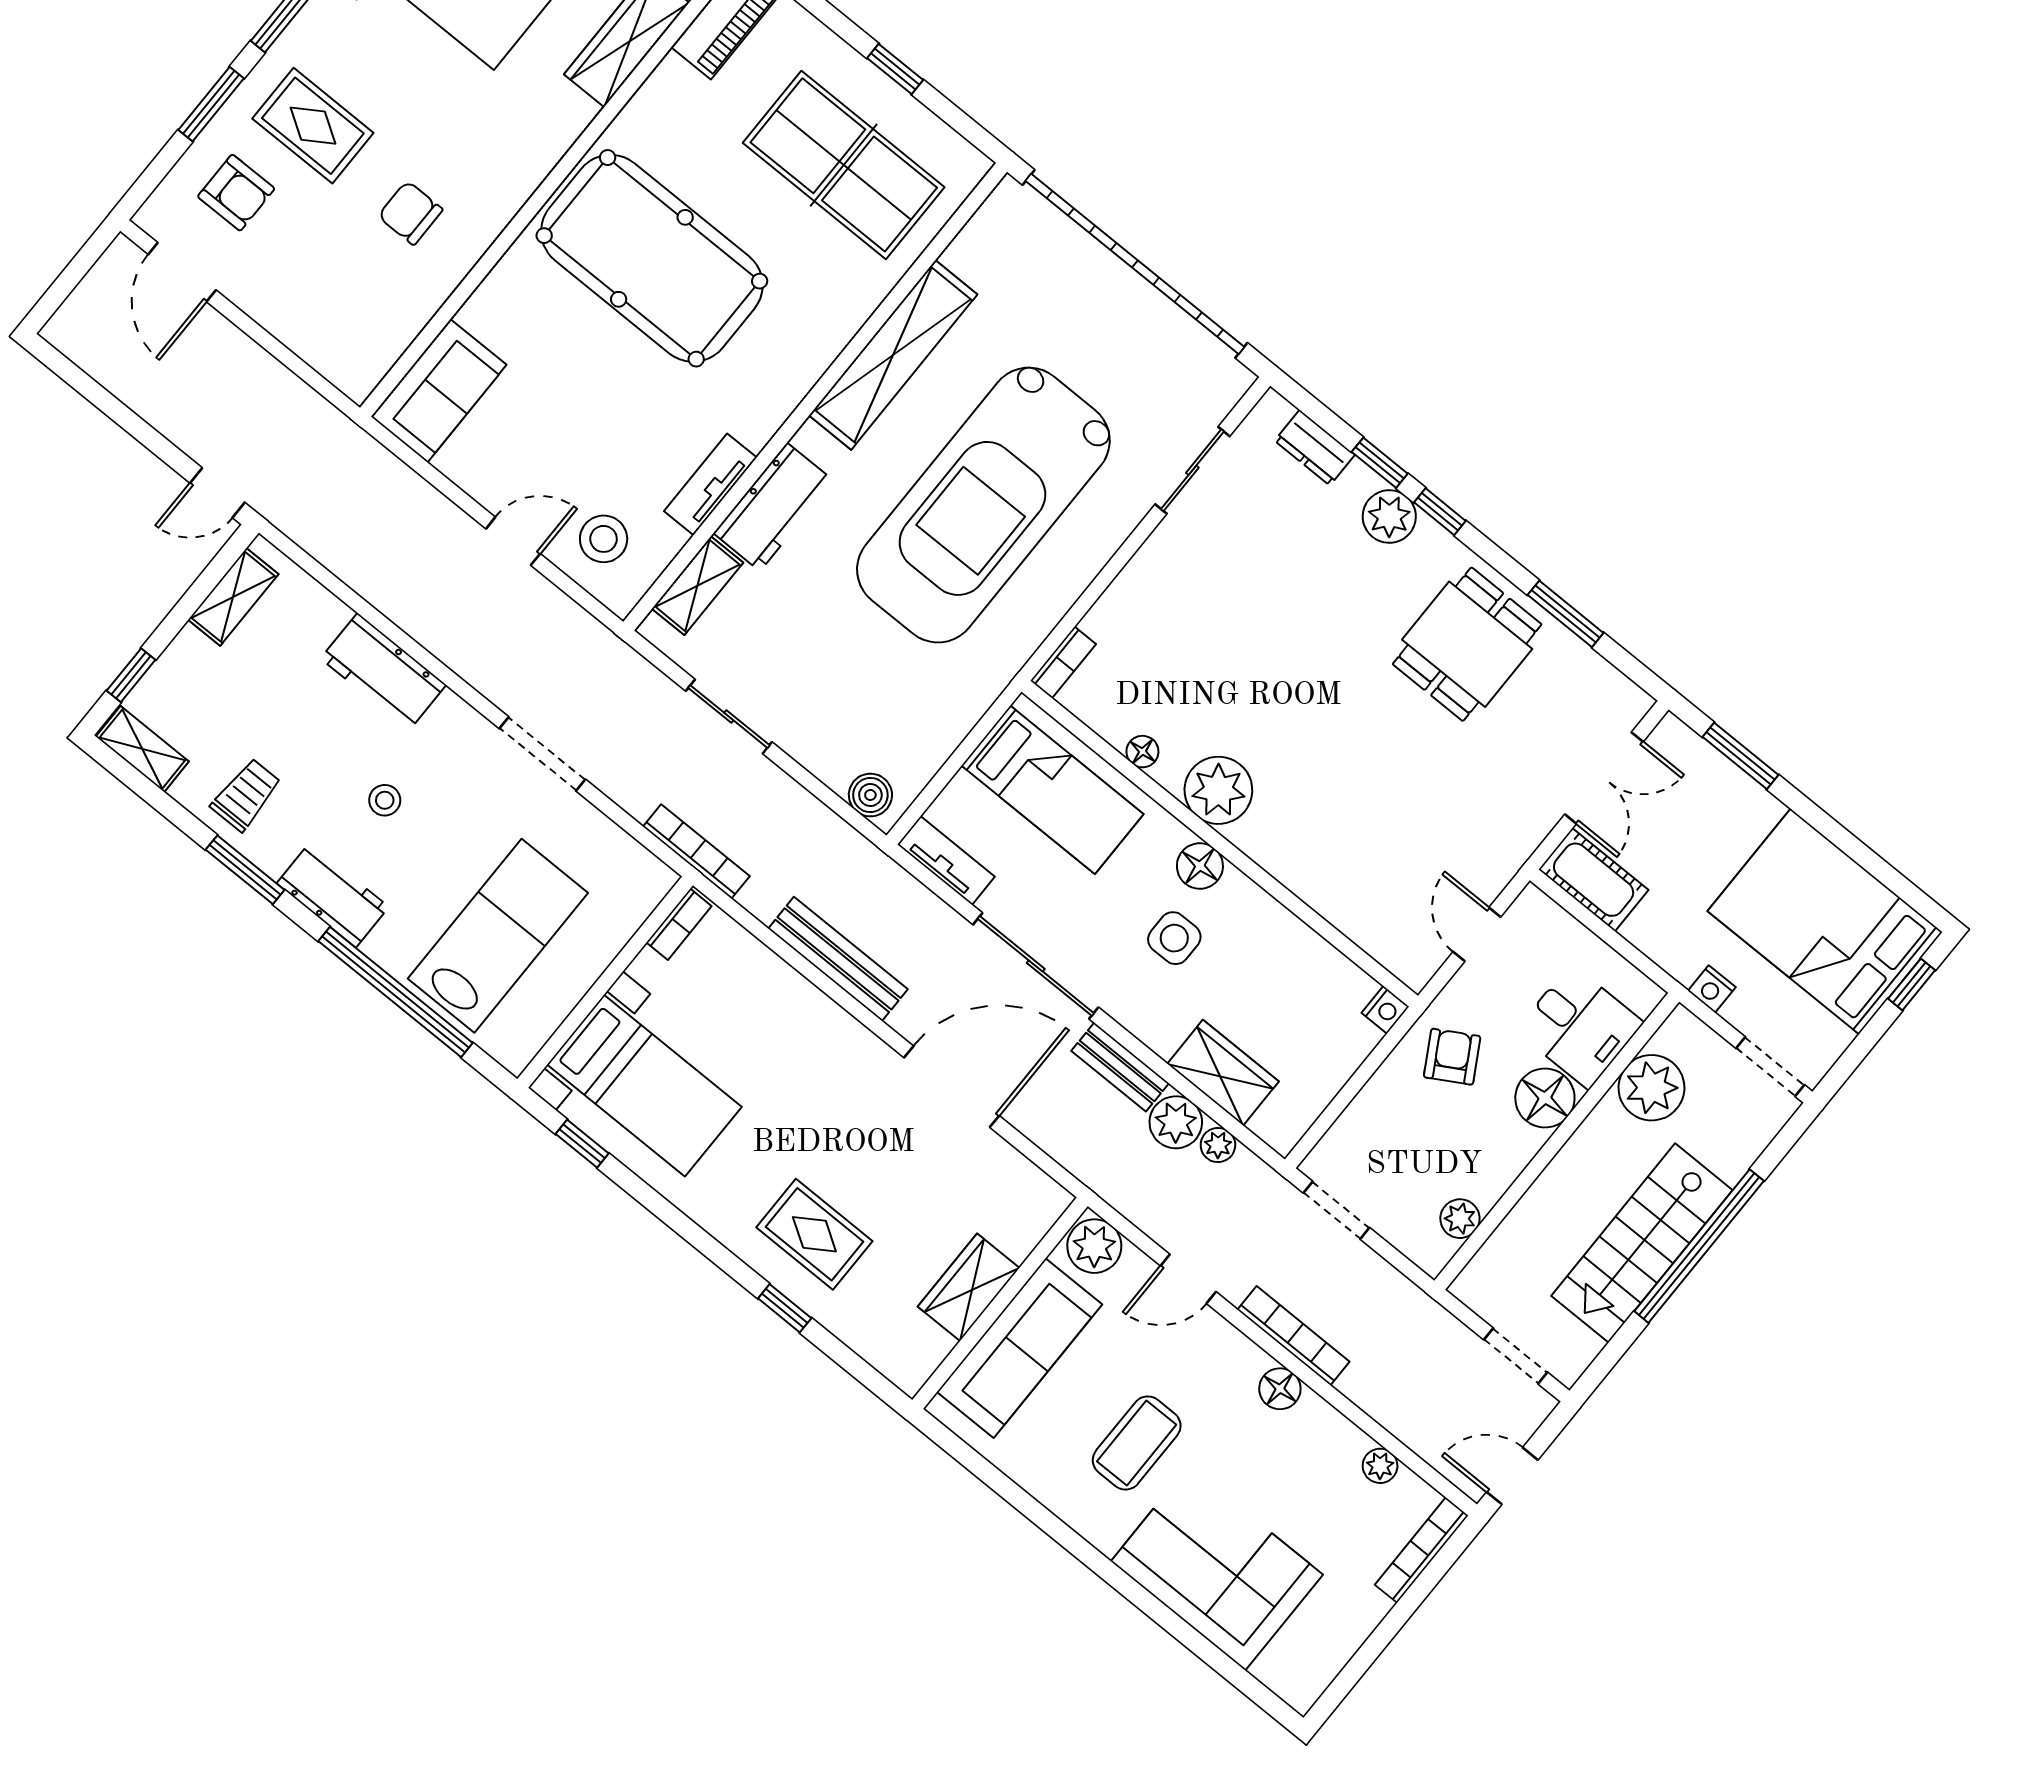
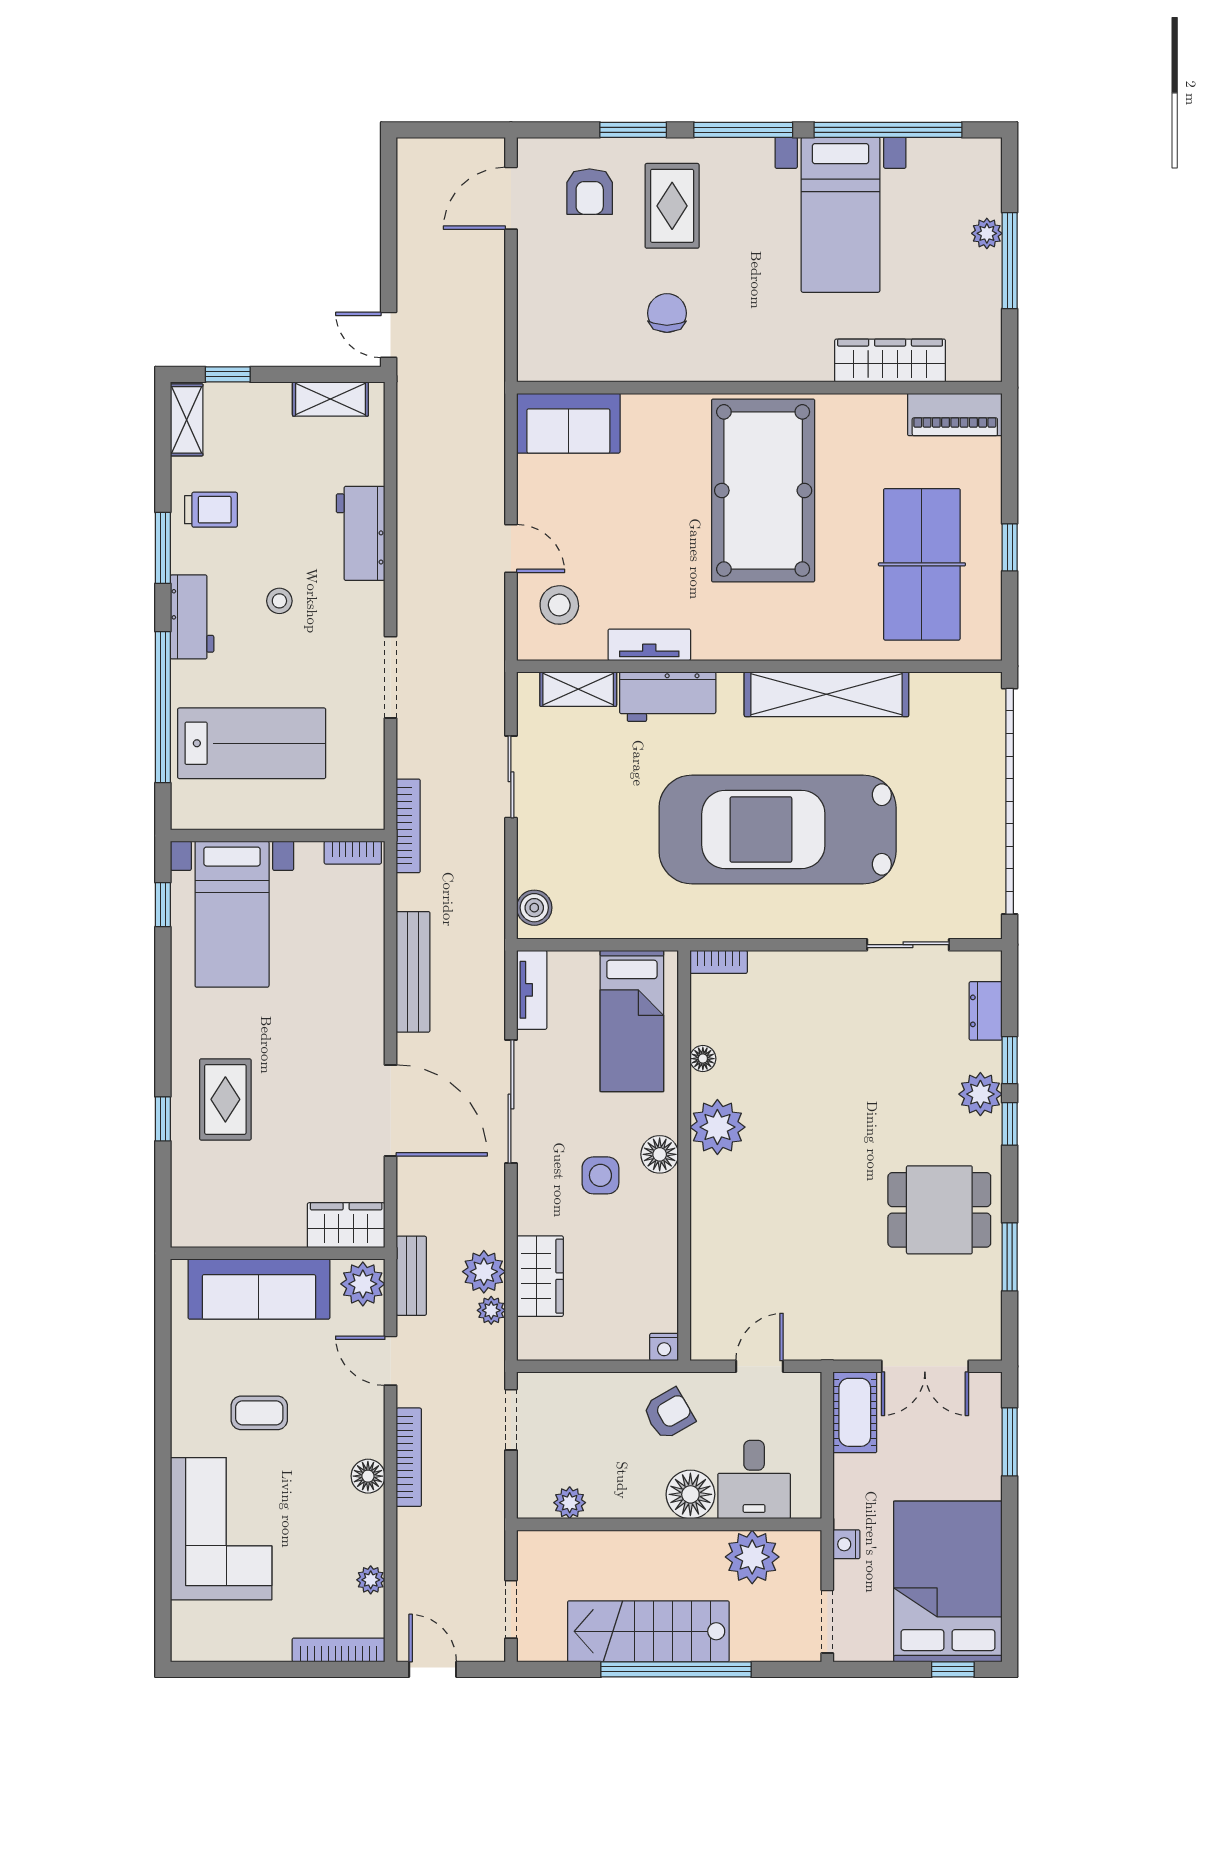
bench: (1120, 1067) -> (411, 1276), moved
wardrobe: (969, 1287) -> (346, 1225), moved
coffee table: (1137, 1443) -> (259, 1413), width x0.73, depth x0.77

